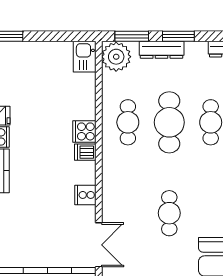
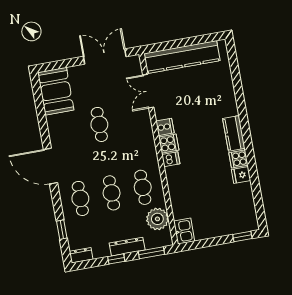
window: (178, 36) -> (116, 259), width x0.67
plant: (116, 57) -> (157, 219), moved
cafe table: (169, 122) -> (112, 193), width x0.73, depth x0.74
cooker: (84, 131) -> (169, 144), moved

